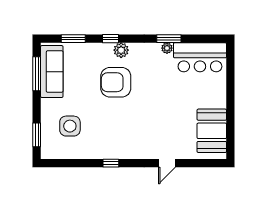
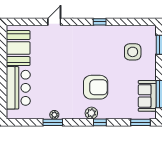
window: (73, 39) -> (140, 122), moved
bar counter: (200, 57) -> (18, 88), moved, turned 90
sofa: (52, 72) -> (147, 96), width x0.73

